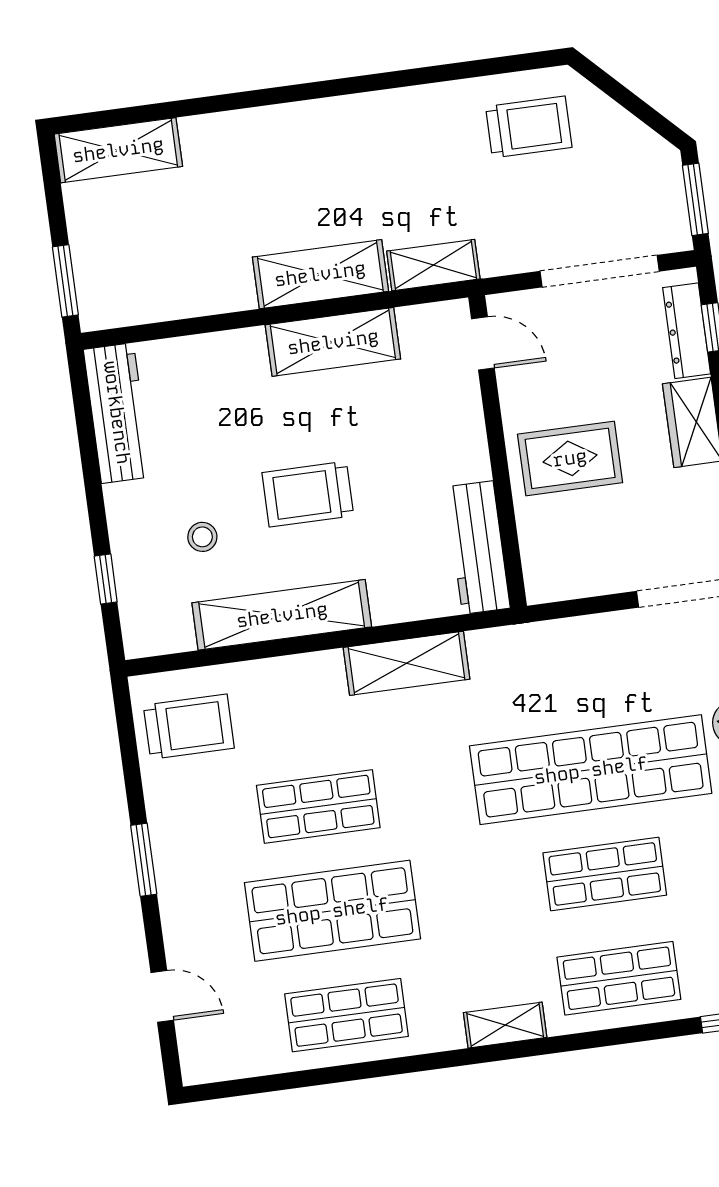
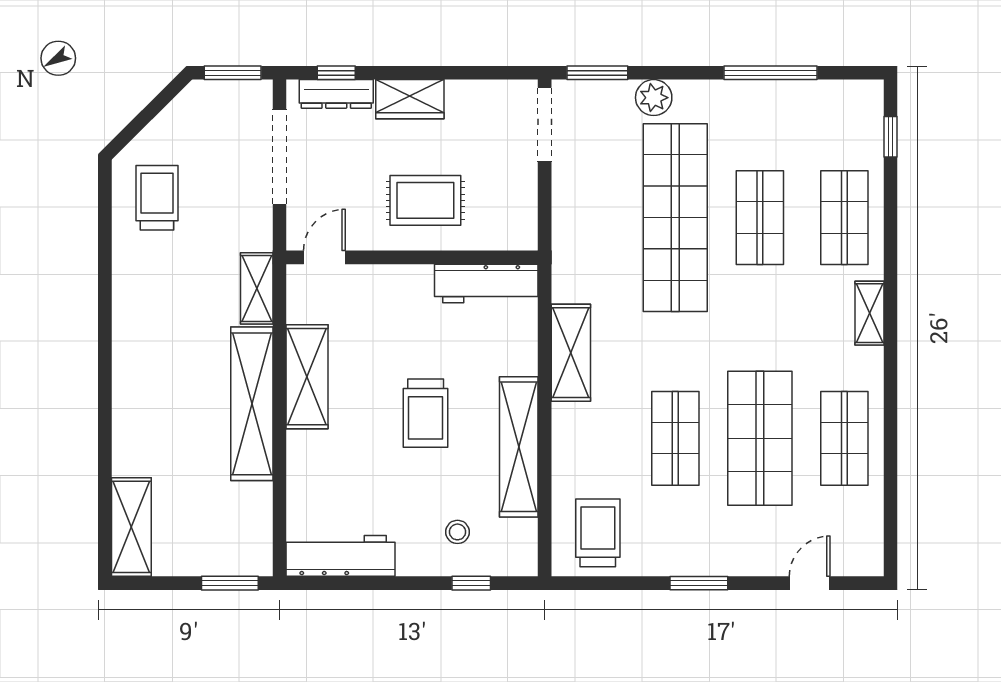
shelving: (320, 274) -> (252, 404), width x1.47
rug: (570, 458) -> (425, 200), turned 90
stool: (202, 537) -> (457, 532), moved

